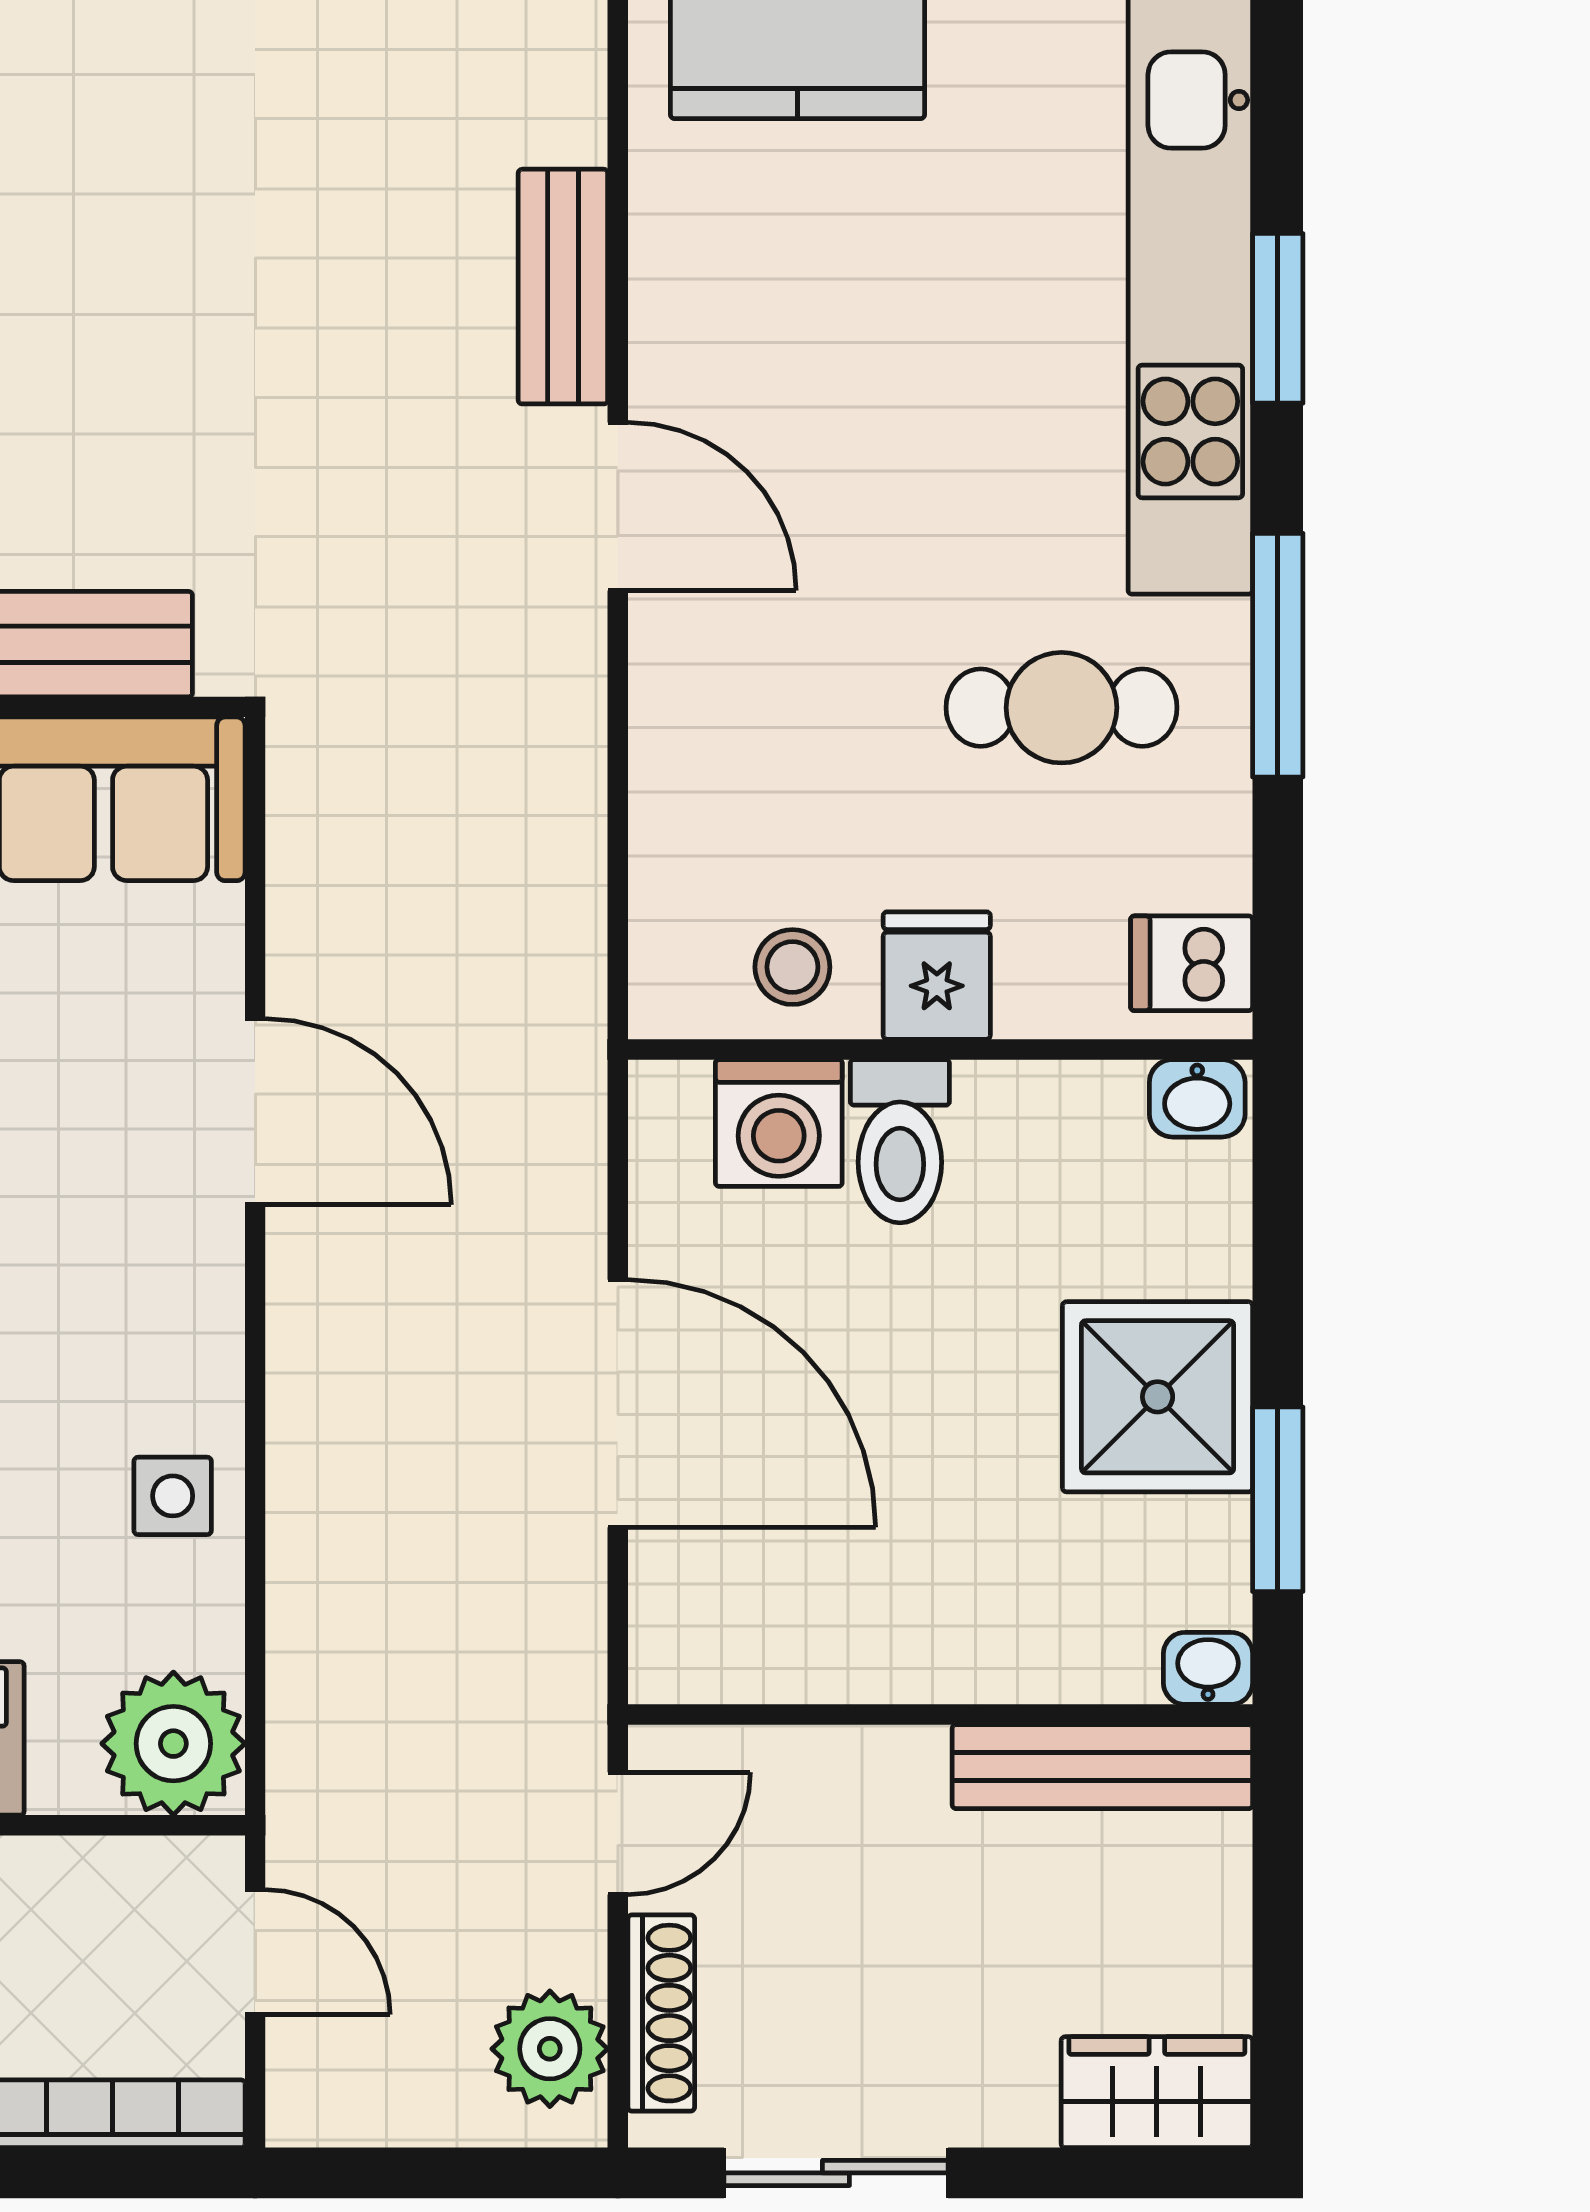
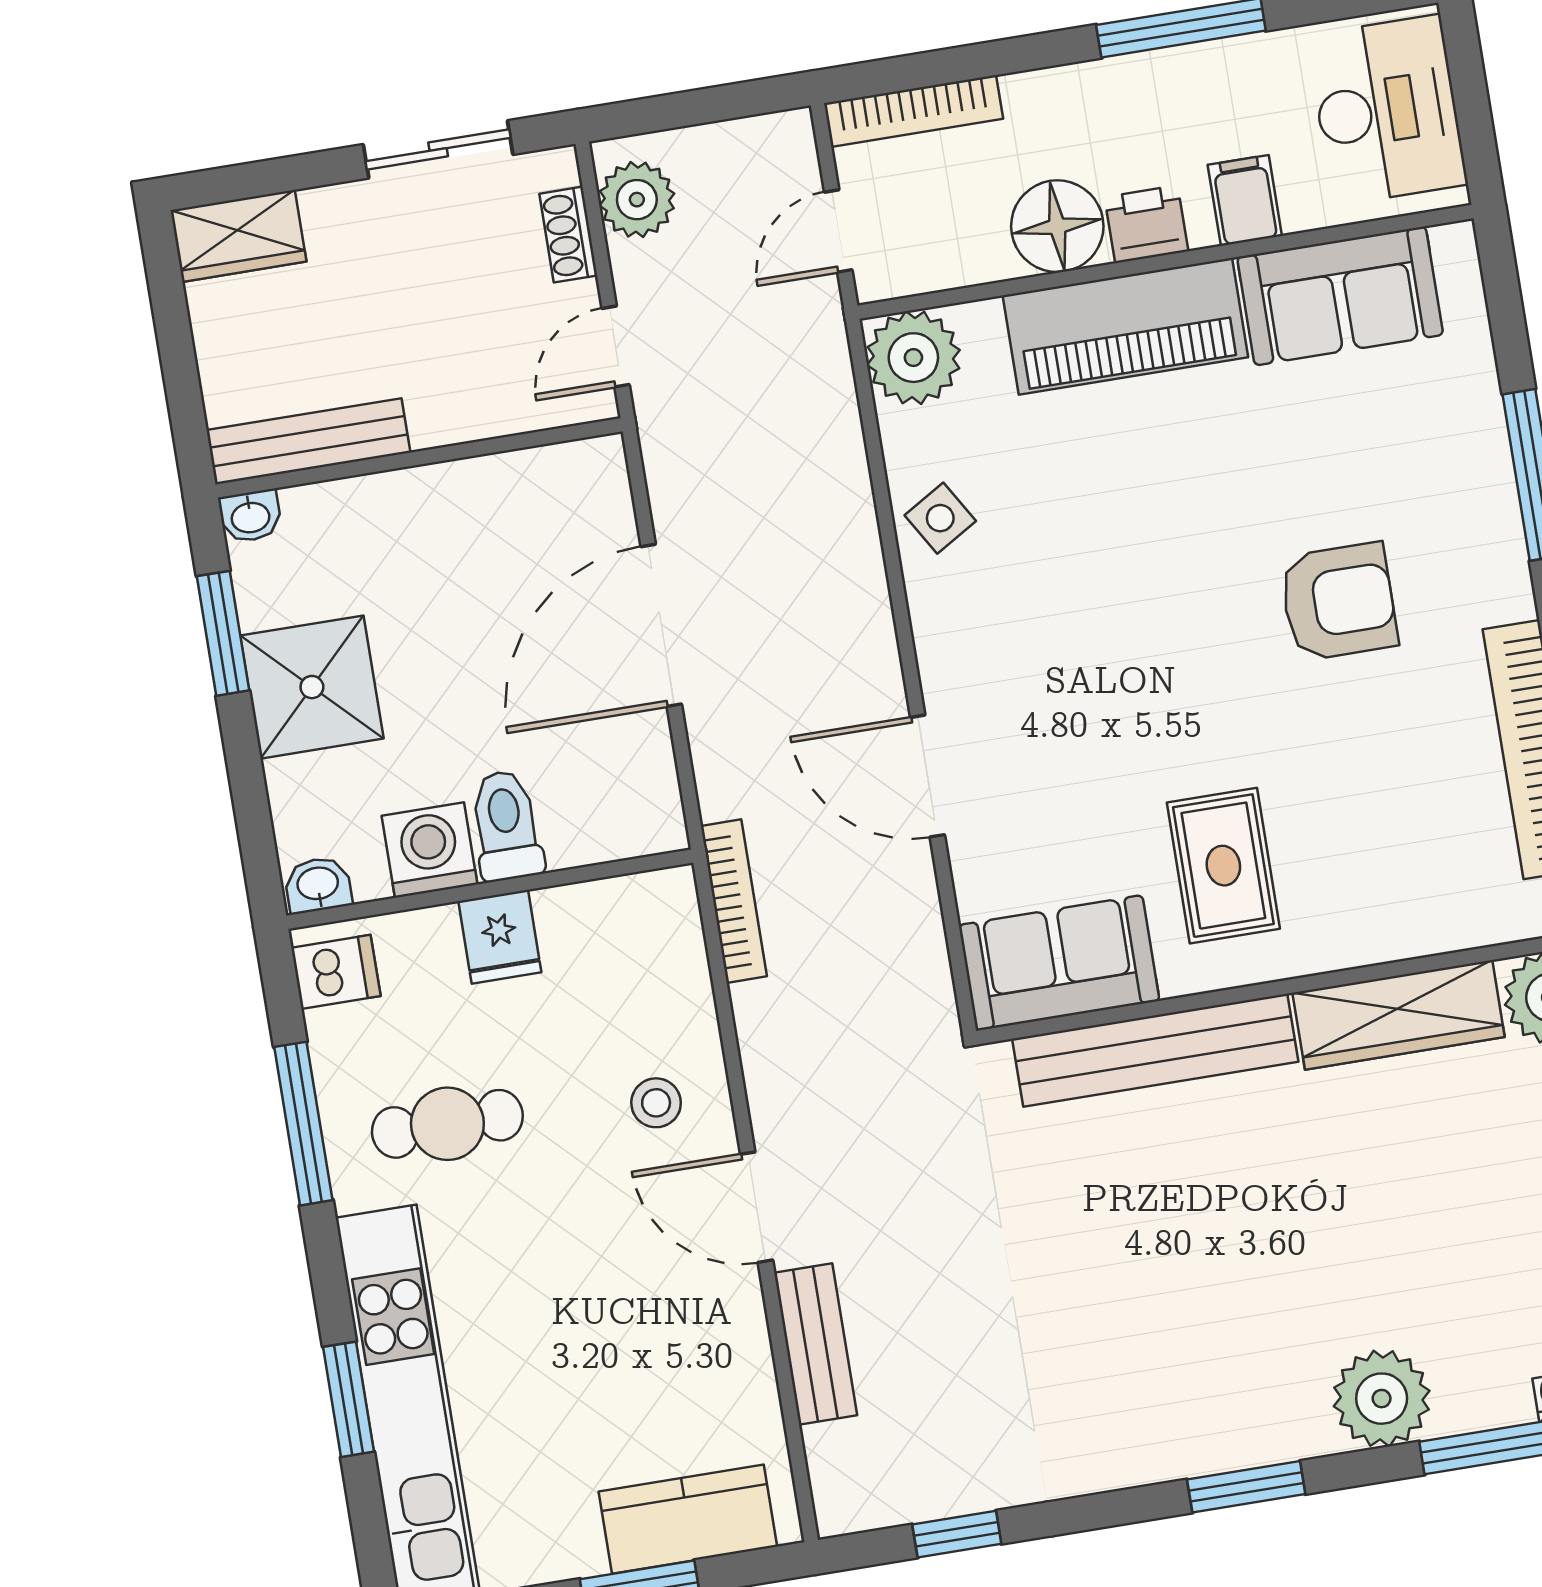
window: (1278, 655) -> (303, 1124), moved
stool: (792, 967) -> (656, 1103), moved
bookcase: (577, 972) -> (734, 901), added
washing machine: (779, 1123) -> (430, 850), moved
door: (618, 1403) -> (661, 625), hinge flipped
side table: (173, 1496) -> (940, 518), turned -31
door: (255, 1952) -> (838, 231), hinge flipped
shoe rack: (661, 2013) -> (568, 235), width x0.70

